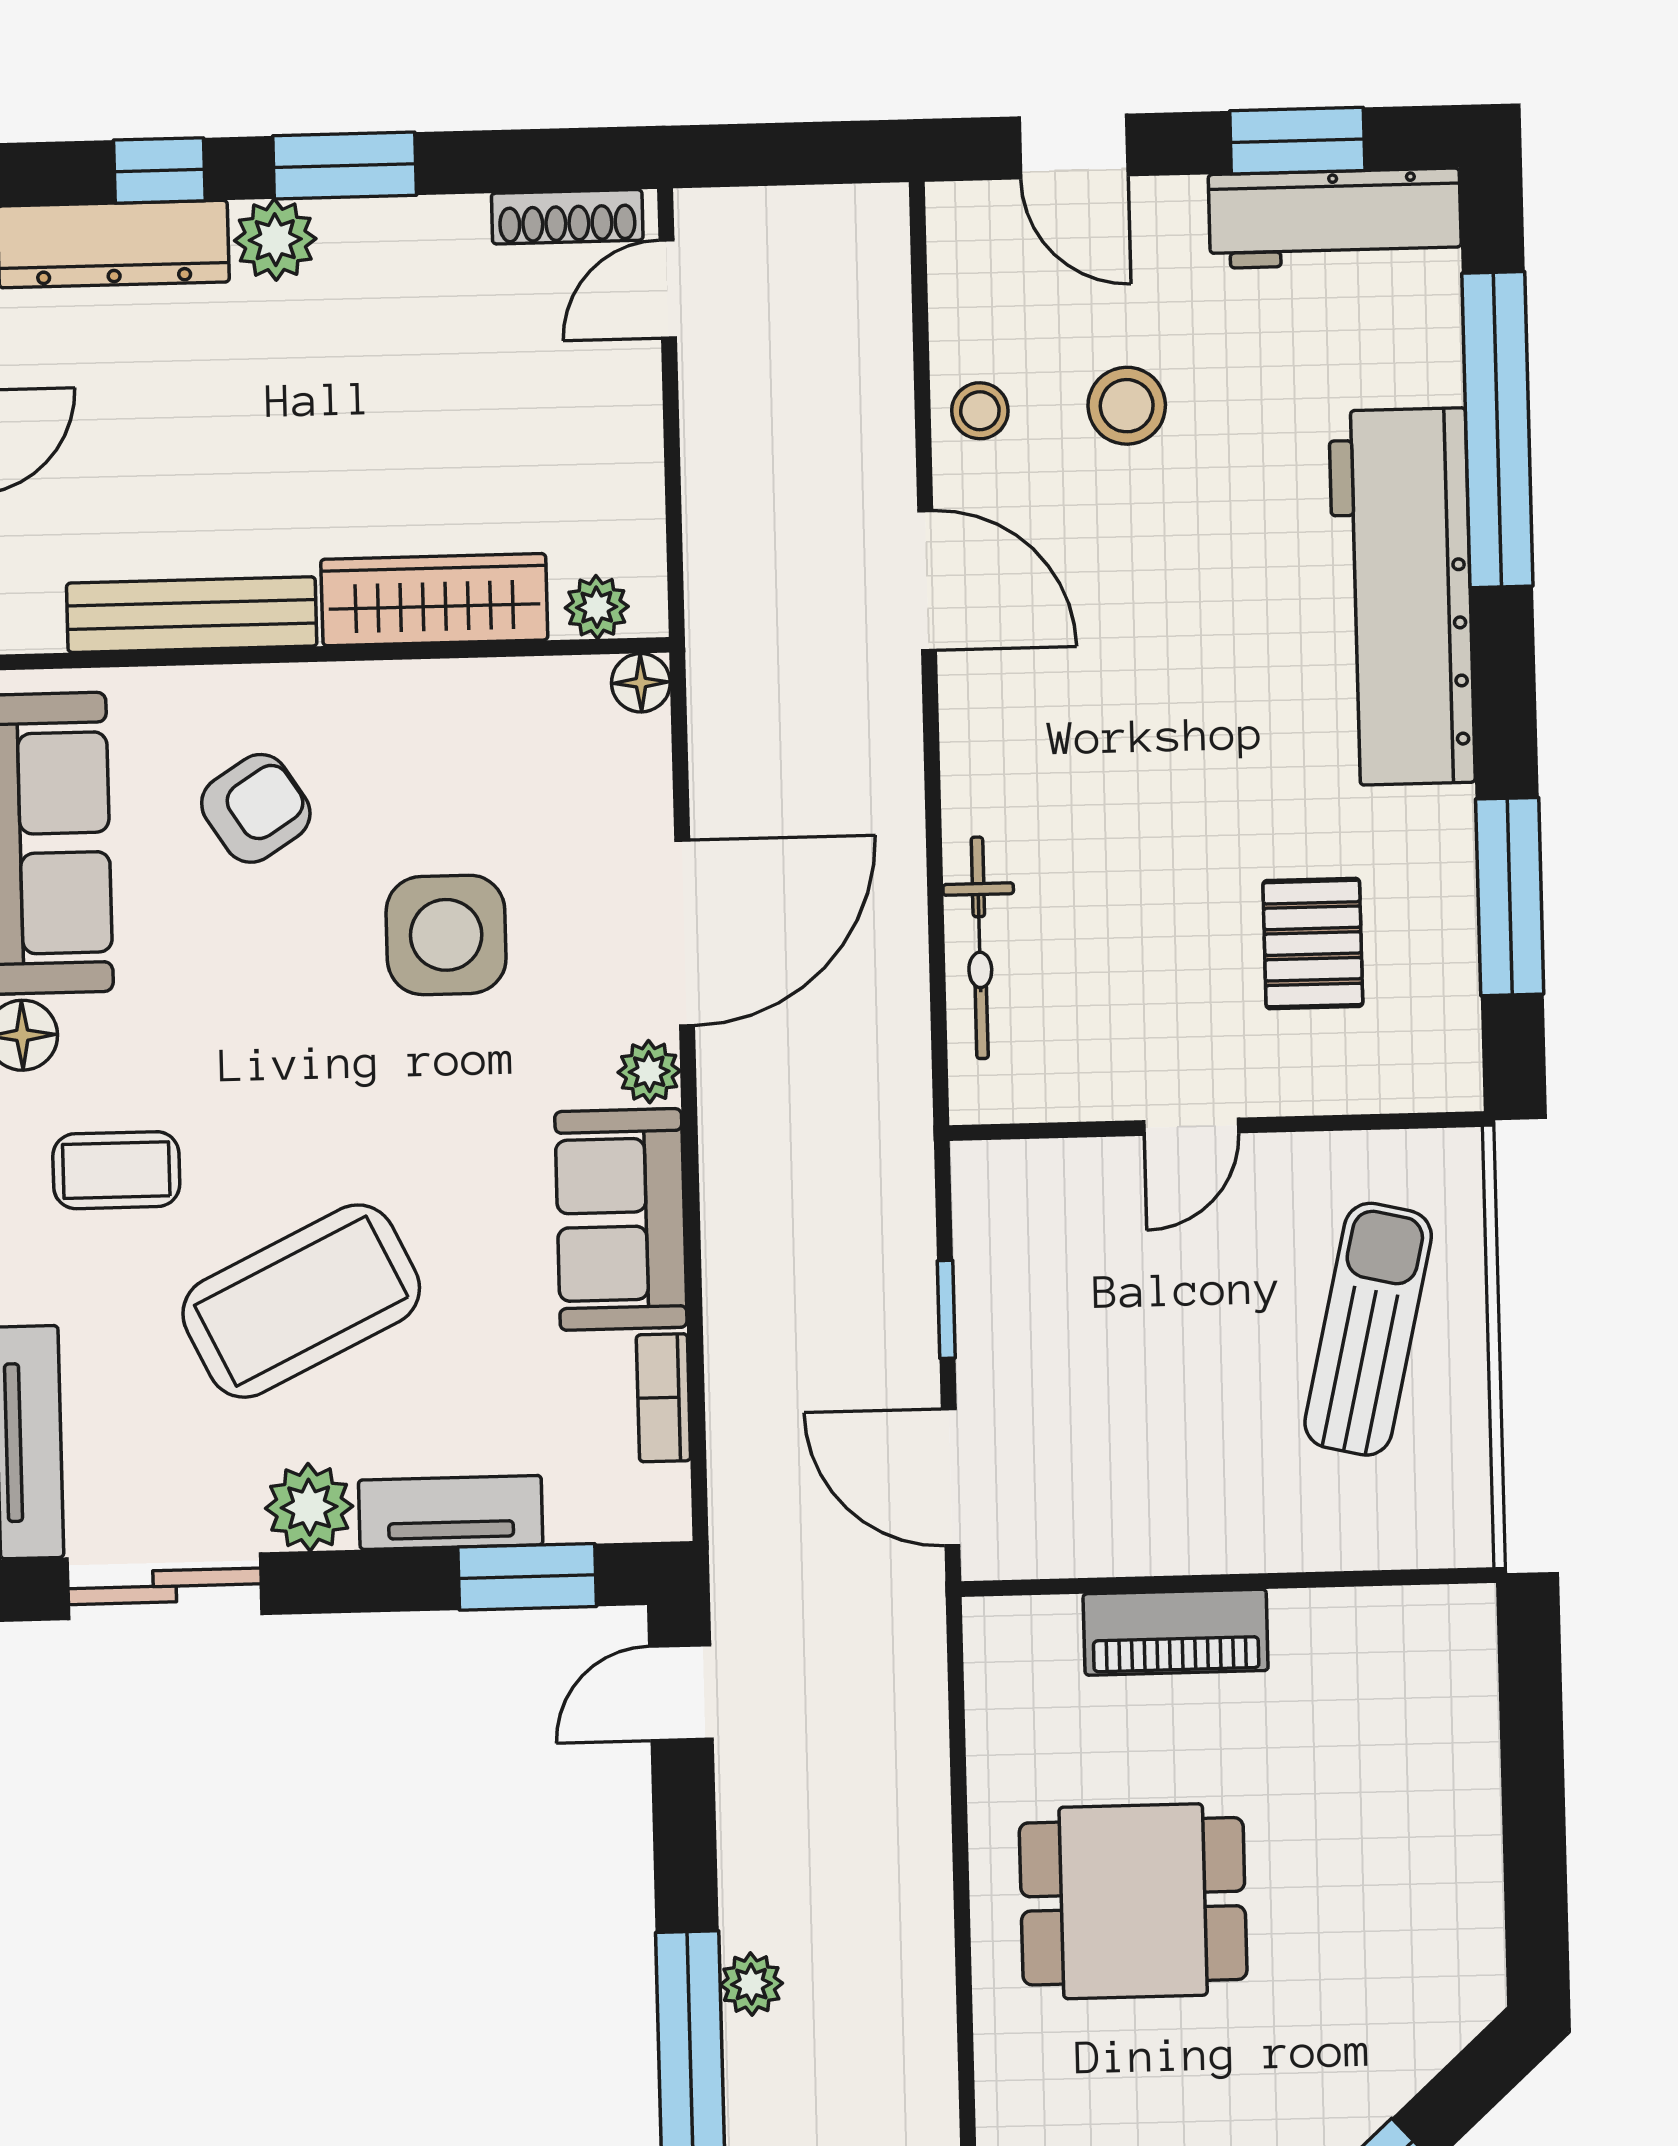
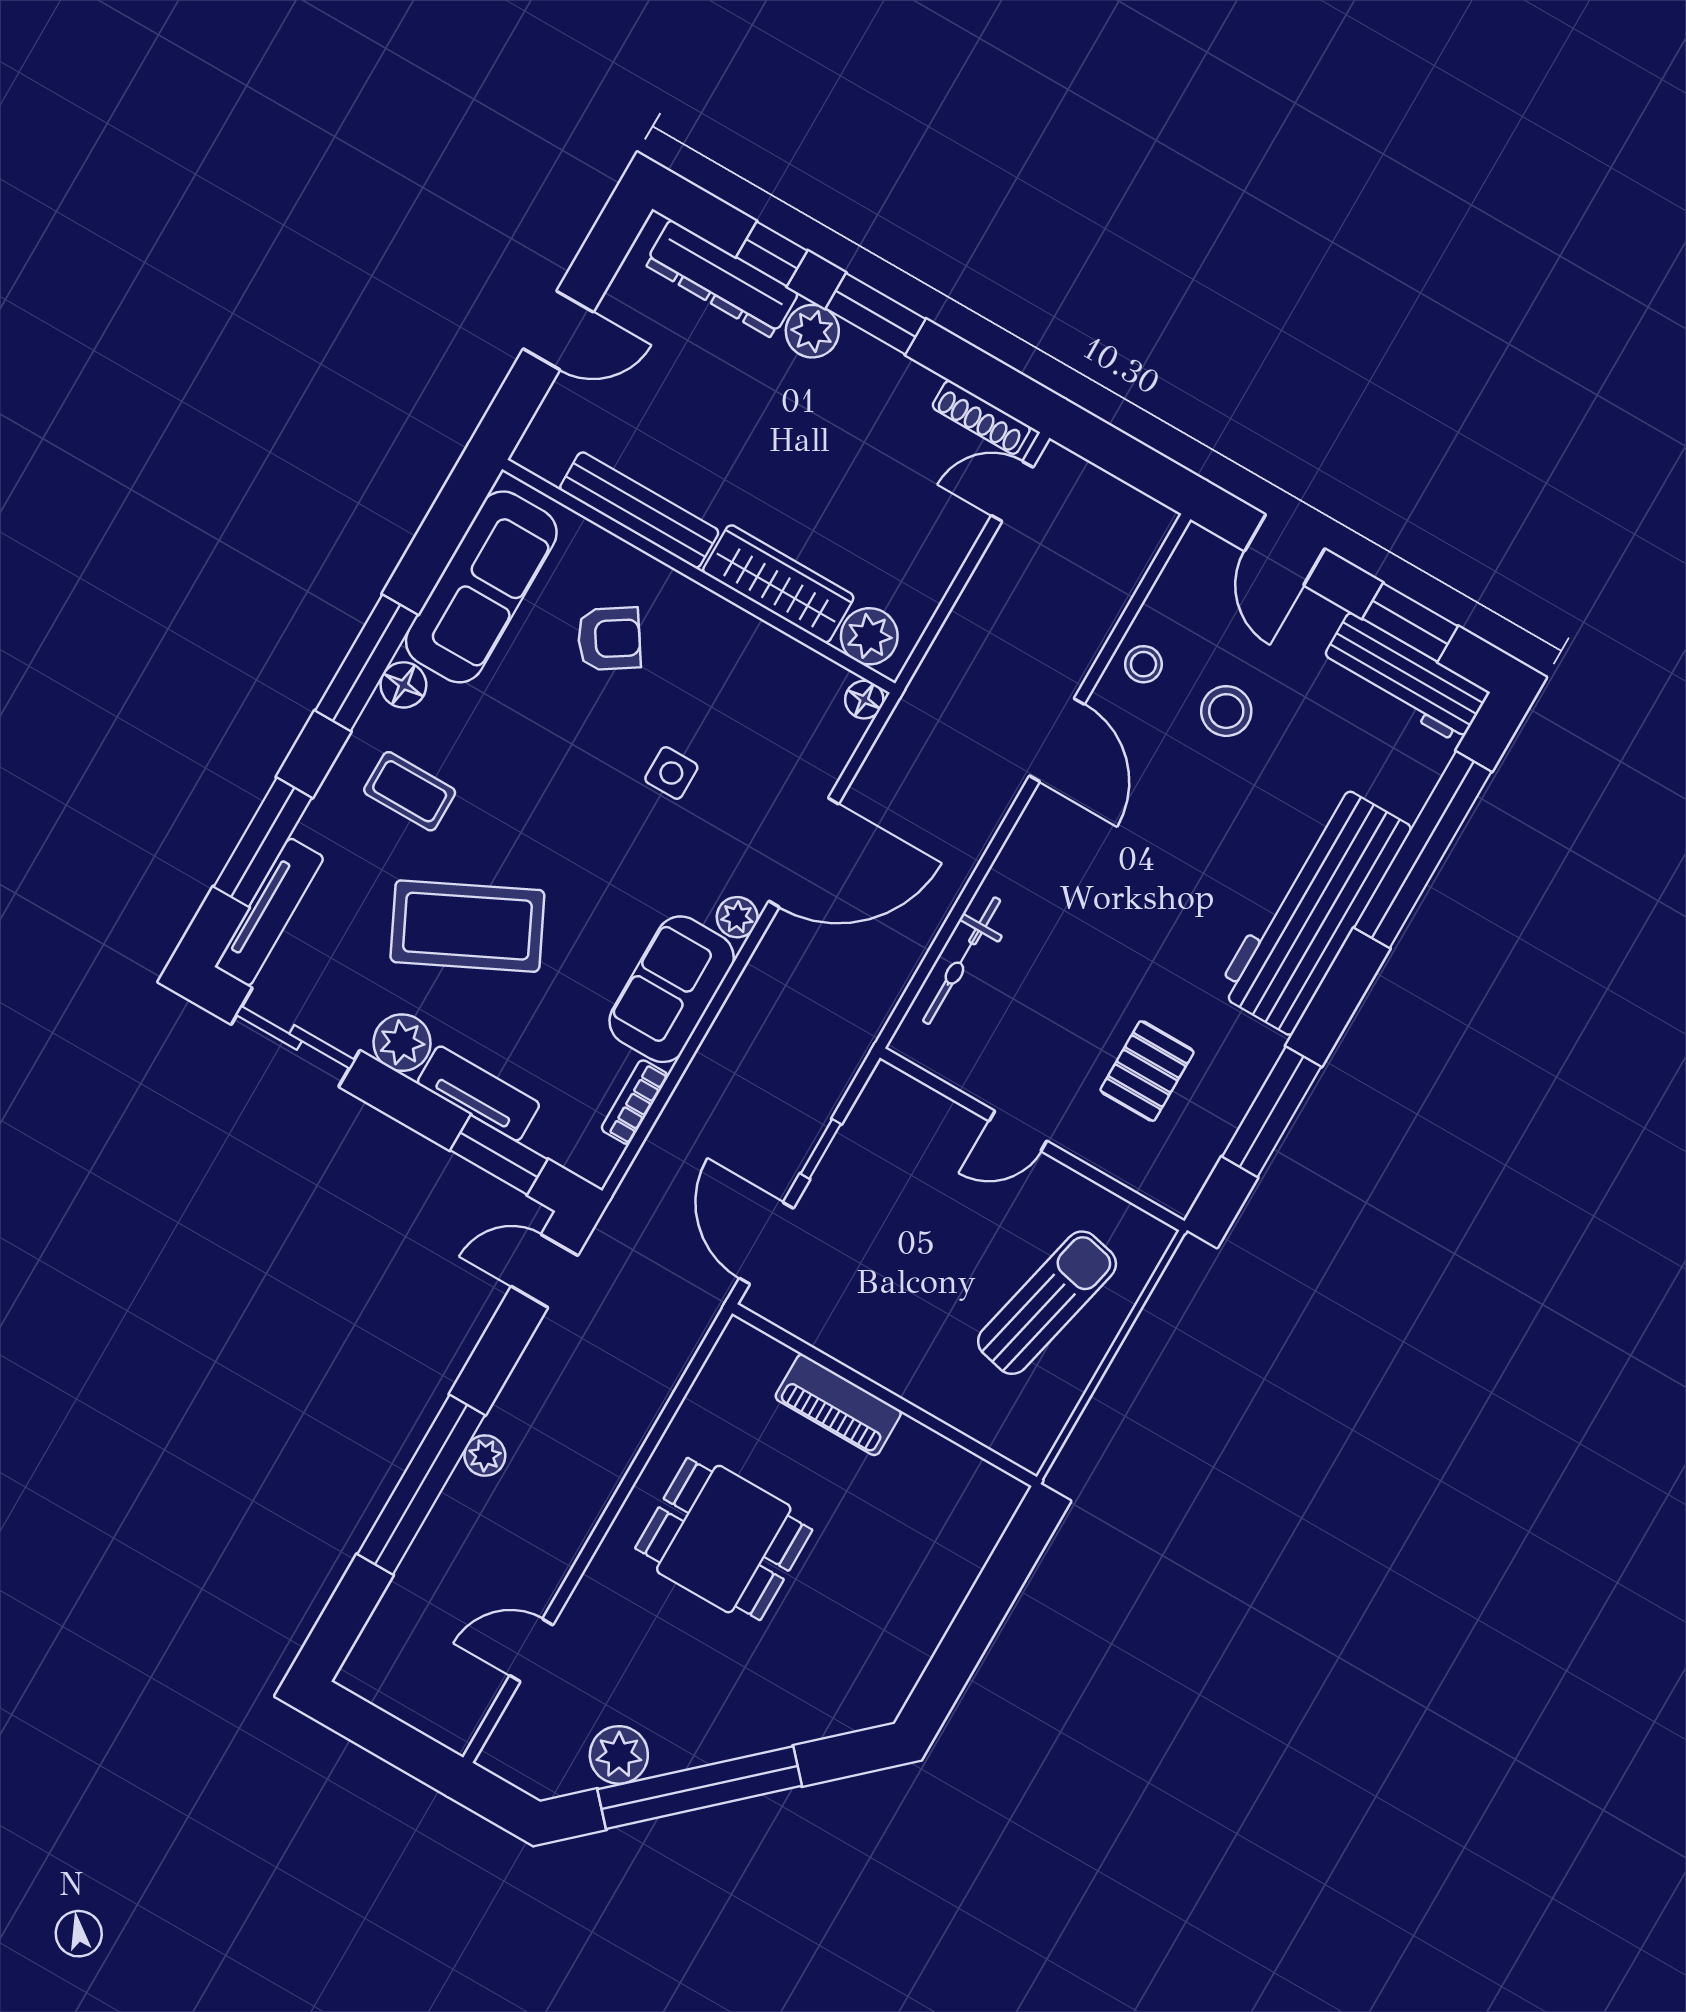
plant: (597, 607) -> (869, 636), width x1.38, depth x1.38
side table: (446, 935) -> (671, 773), width x0.54, depth x0.54

